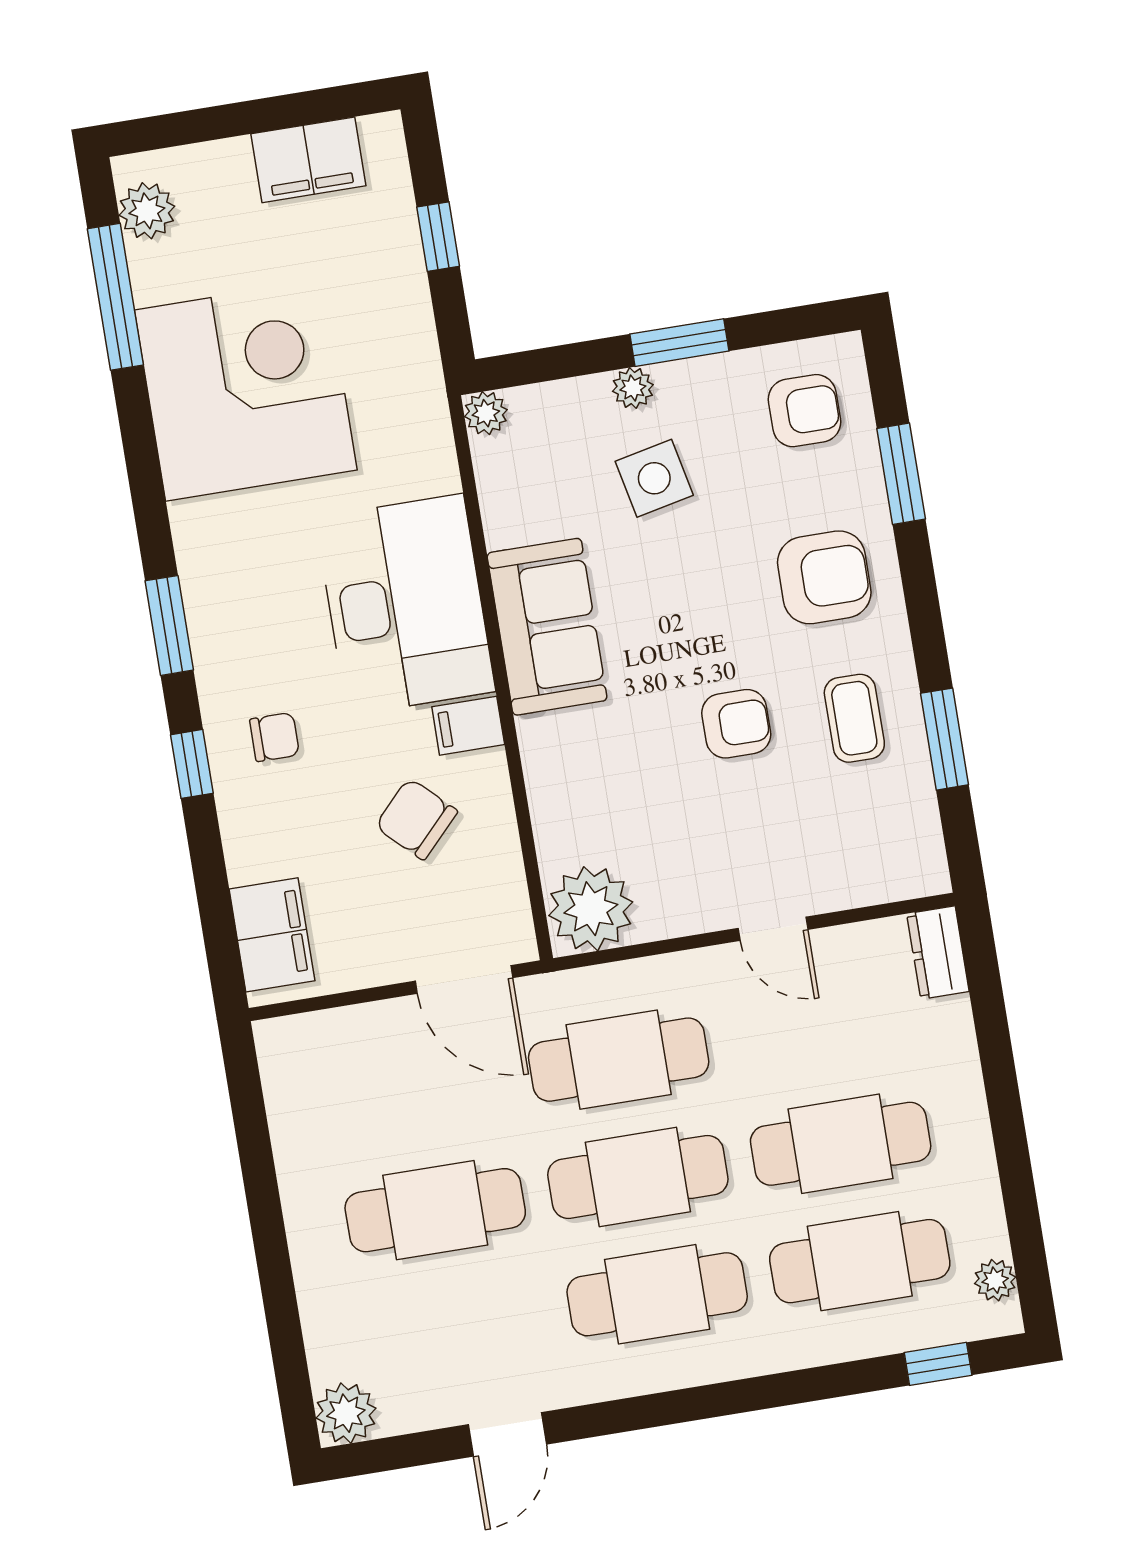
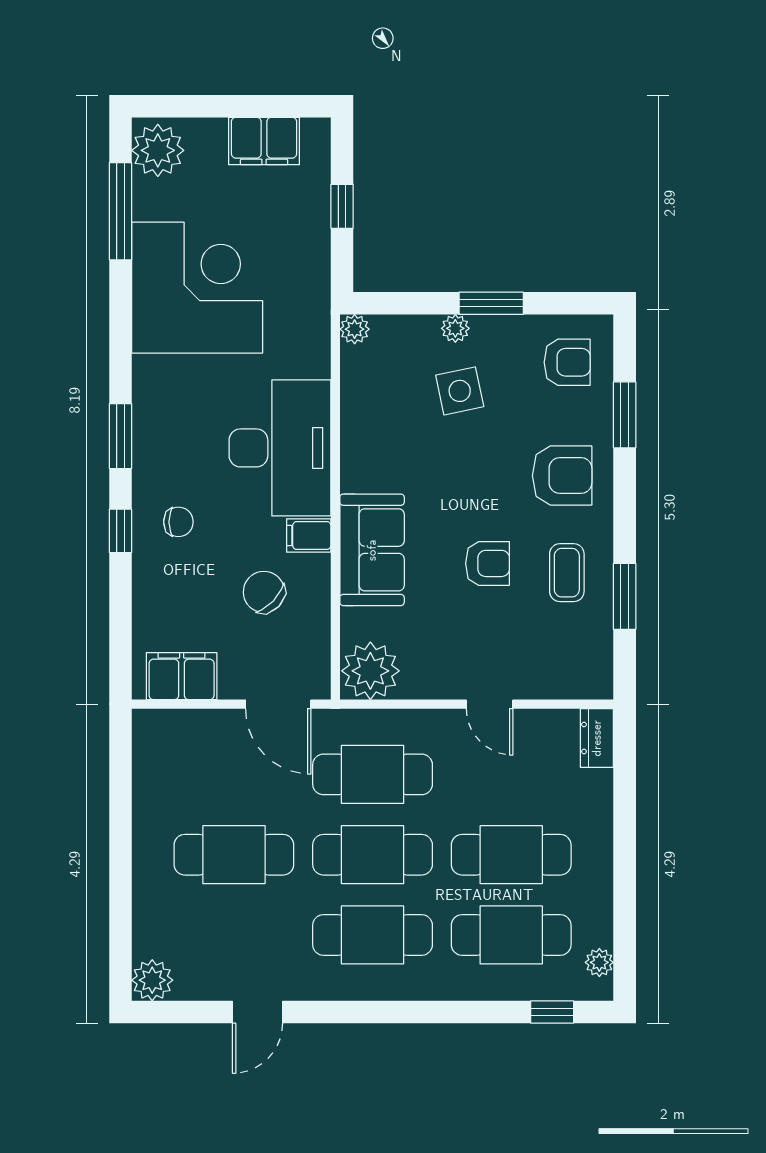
plant: (147, 211) -> (158, 150), width x1.36, depth x1.36
sofa: (547, 627) -> (372, 550), moved
filing cabinet: (272, 935) -> (182, 676), moved, turned -90

